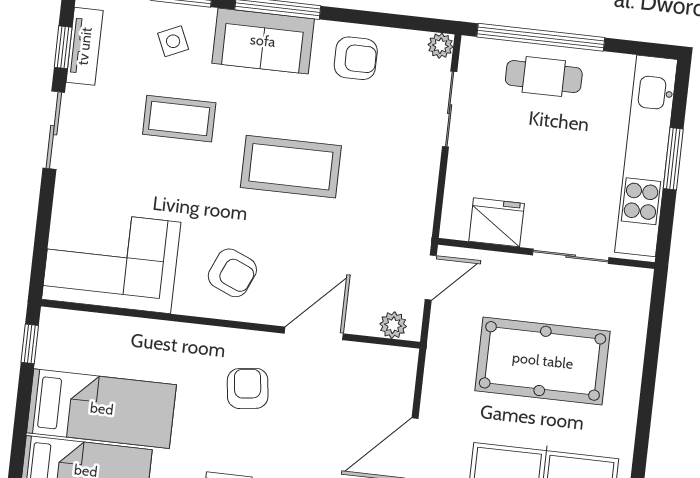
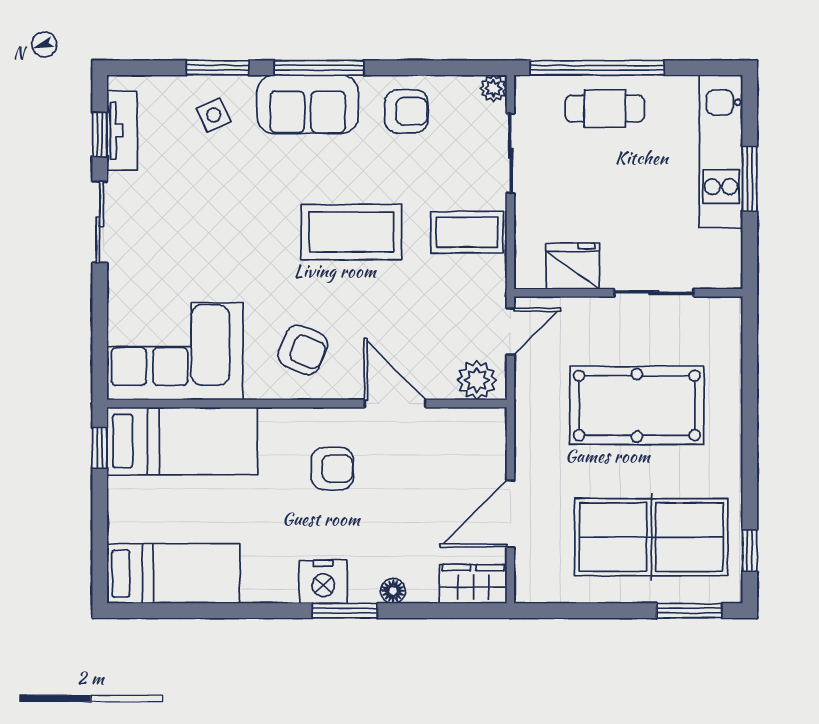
coffee table: (179, 119) -> (467, 232), moved
kitchen unit: (646, 156) -> (721, 151), width x0.73
plant: (393, 325) -> (477, 380), width x1.38, depth x1.38
door: (314, 333) -> (395, 403), hinge flipped
armchair: (248, 388) -> (332, 469), turned 97
bed: (102, 409) -> (182, 441), moved

